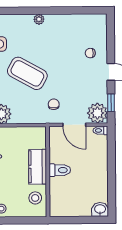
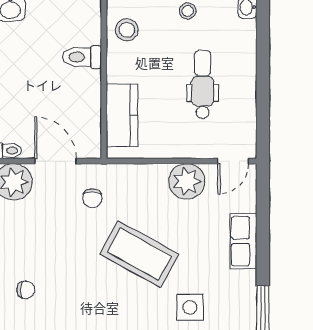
kitchen counter: (38, 167) -> (122, 115), moved
toilet: (60, 170) -> (82, 57), moved

